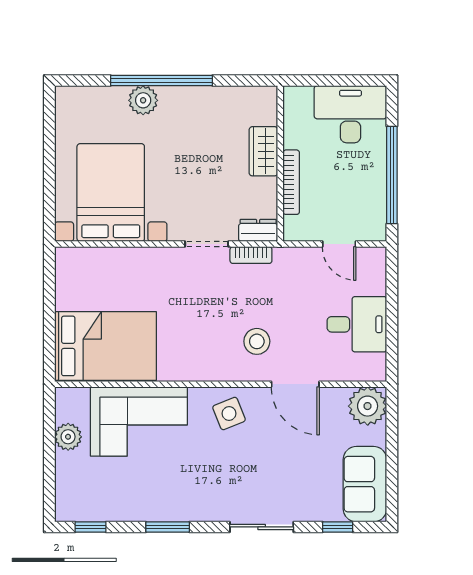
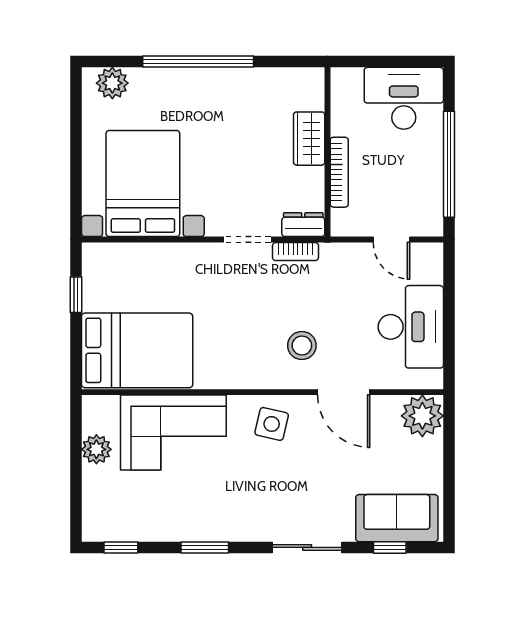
plant: (143, 100) -> (112, 83), moved
window: (49, 295) -> (76, 295), added
desk: (357, 324) -> (411, 327), width x1.37
side table: (229, 413) -> (272, 424), turned 35
sofa: (365, 484) -> (397, 518), moved, turned 90

